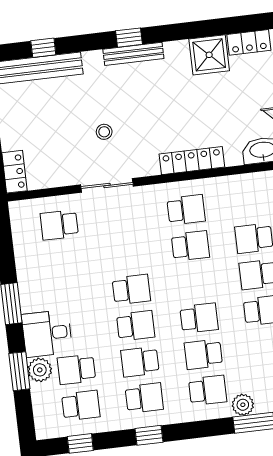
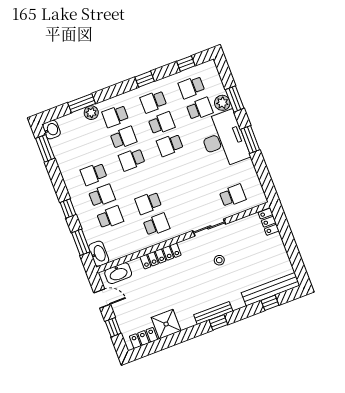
school desk: (186, 210) -> (156, 225), turned 180
school desk: (131, 290) -> (178, 167), removed
desk: (47, 333) -> (224, 140), width x1.87, depth x1.30

